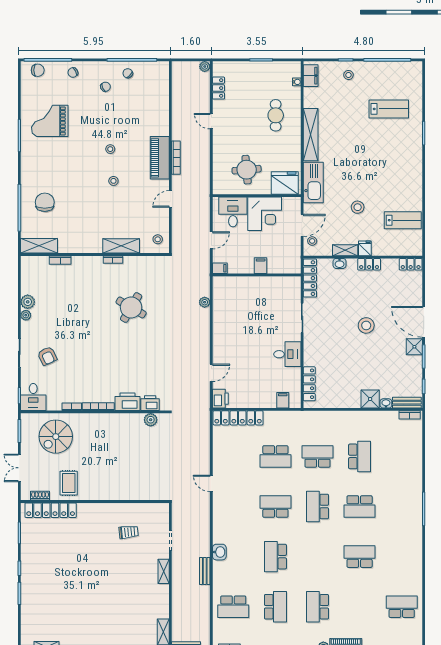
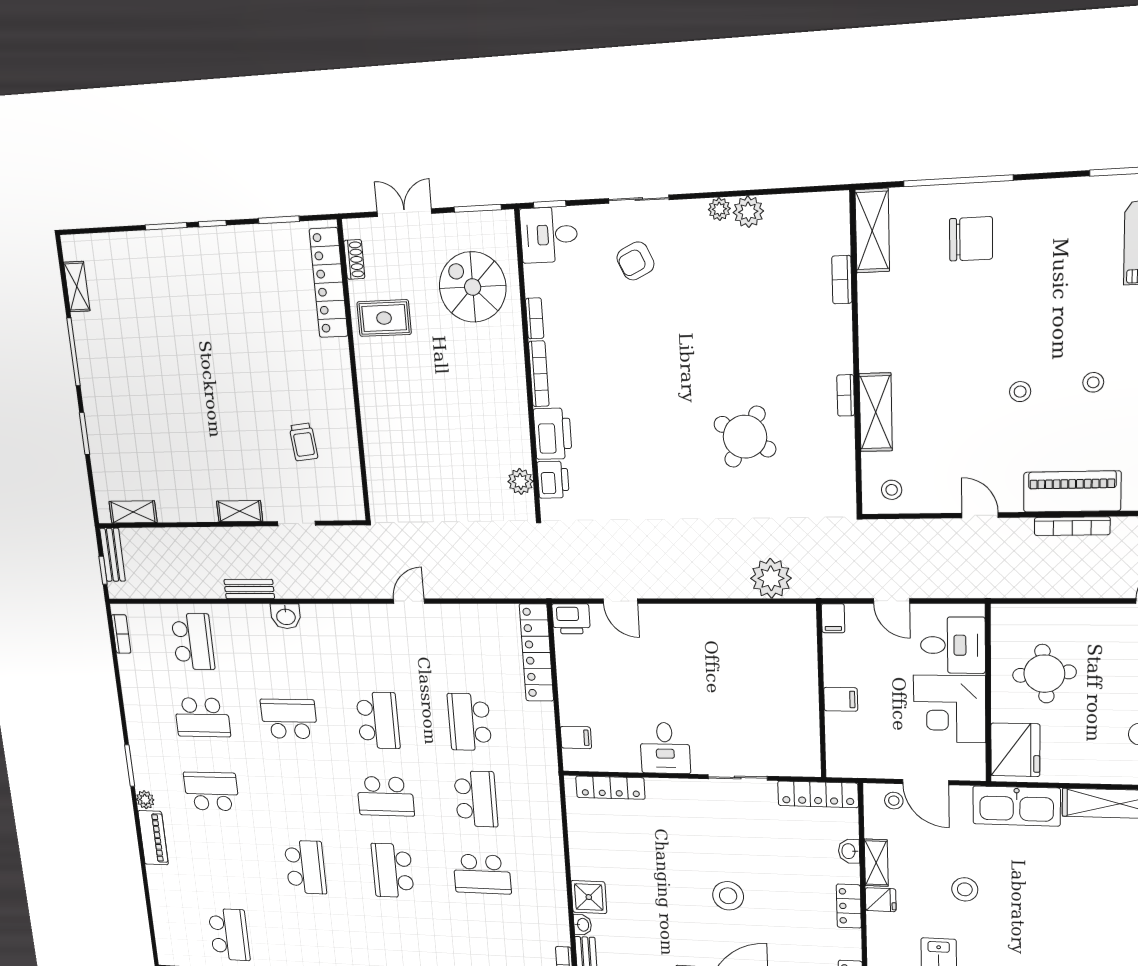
plant: (205, 302) -> (771, 578), width x1.88, depth x1.88
school desk: (317, 507) -> (385, 796), turned 180
school desk: (233, 607) -> (193, 642), turned 180

